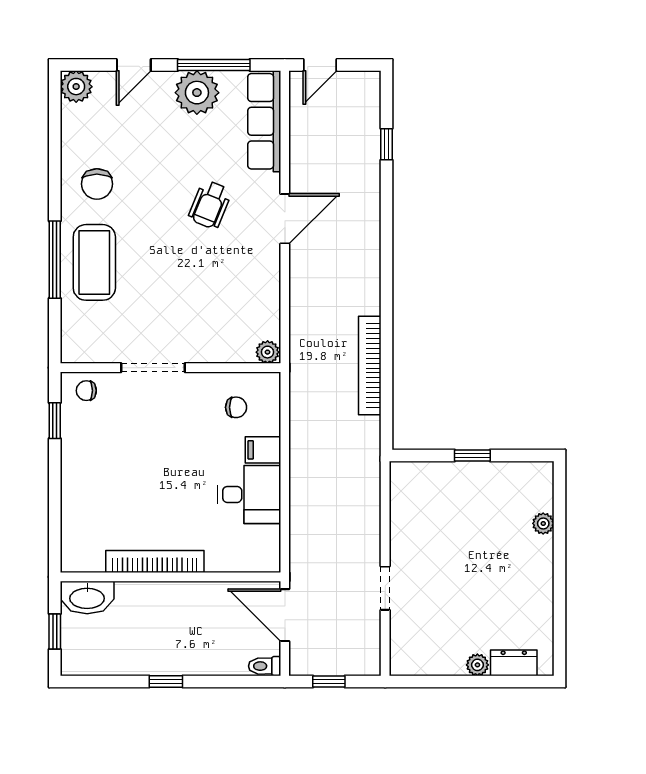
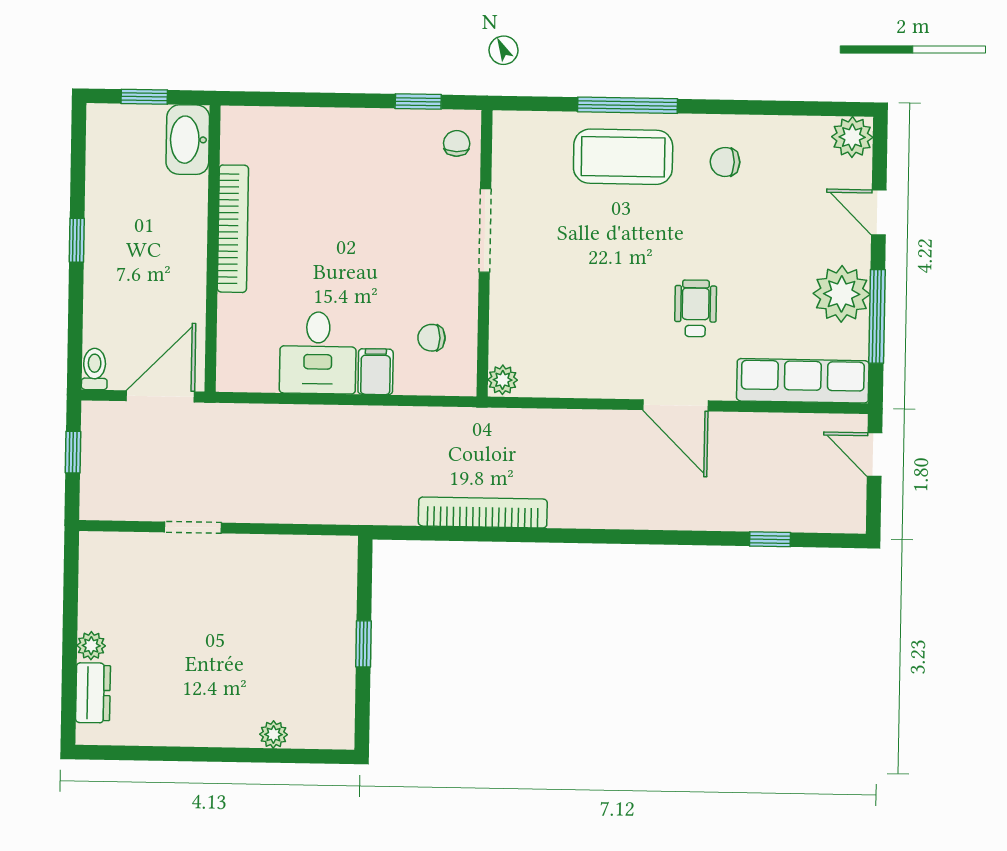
chair: (97, 184) -> (725, 162), width x0.73, depth x0.73
wheelchair: (210, 205) -> (696, 308), turned 68
chair: (236, 407) -> (432, 338), turned 90

